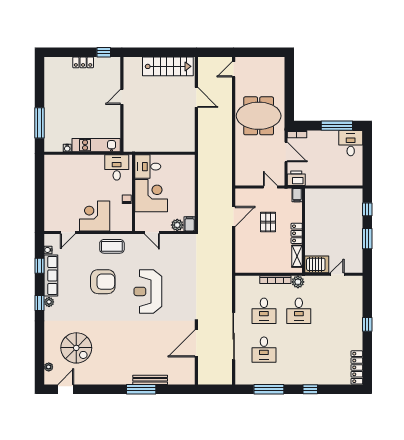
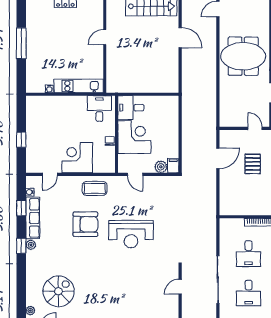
window: (39, 123) -> (21, 43), moved
window: (39, 198) -> (21, 140), added
reception desk: (148, 291) -> (131, 234), turned -90
door: (196, 343) -> (180, 287), width x0.53
spiral stairs: (76, 348) -> (58, 291), turned -90

